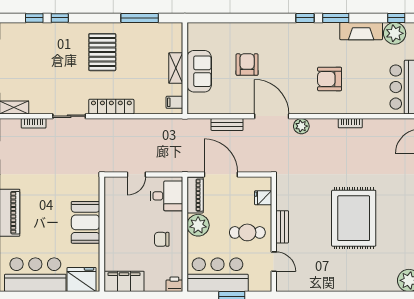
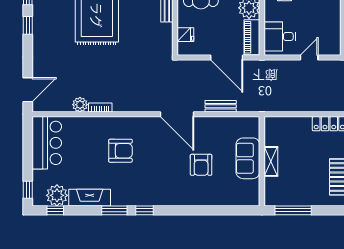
window: (140, 18) -> (293, 210), moved
filing cabinet: (174, 102) -> (272, 128), removed
plant: (301, 126) -> (80, 105), moved

